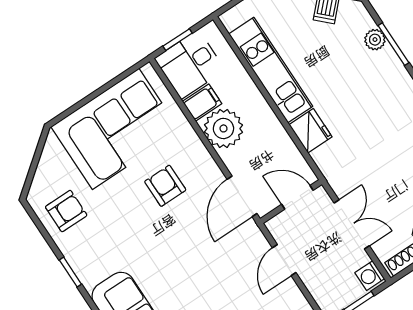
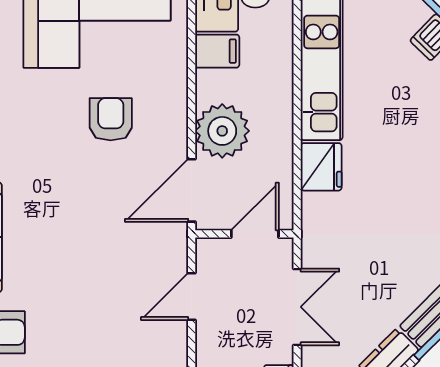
plant: (223, 128) -> (222, 131), moved
door: (297, 197) -> (255, 234), hinge flipped

